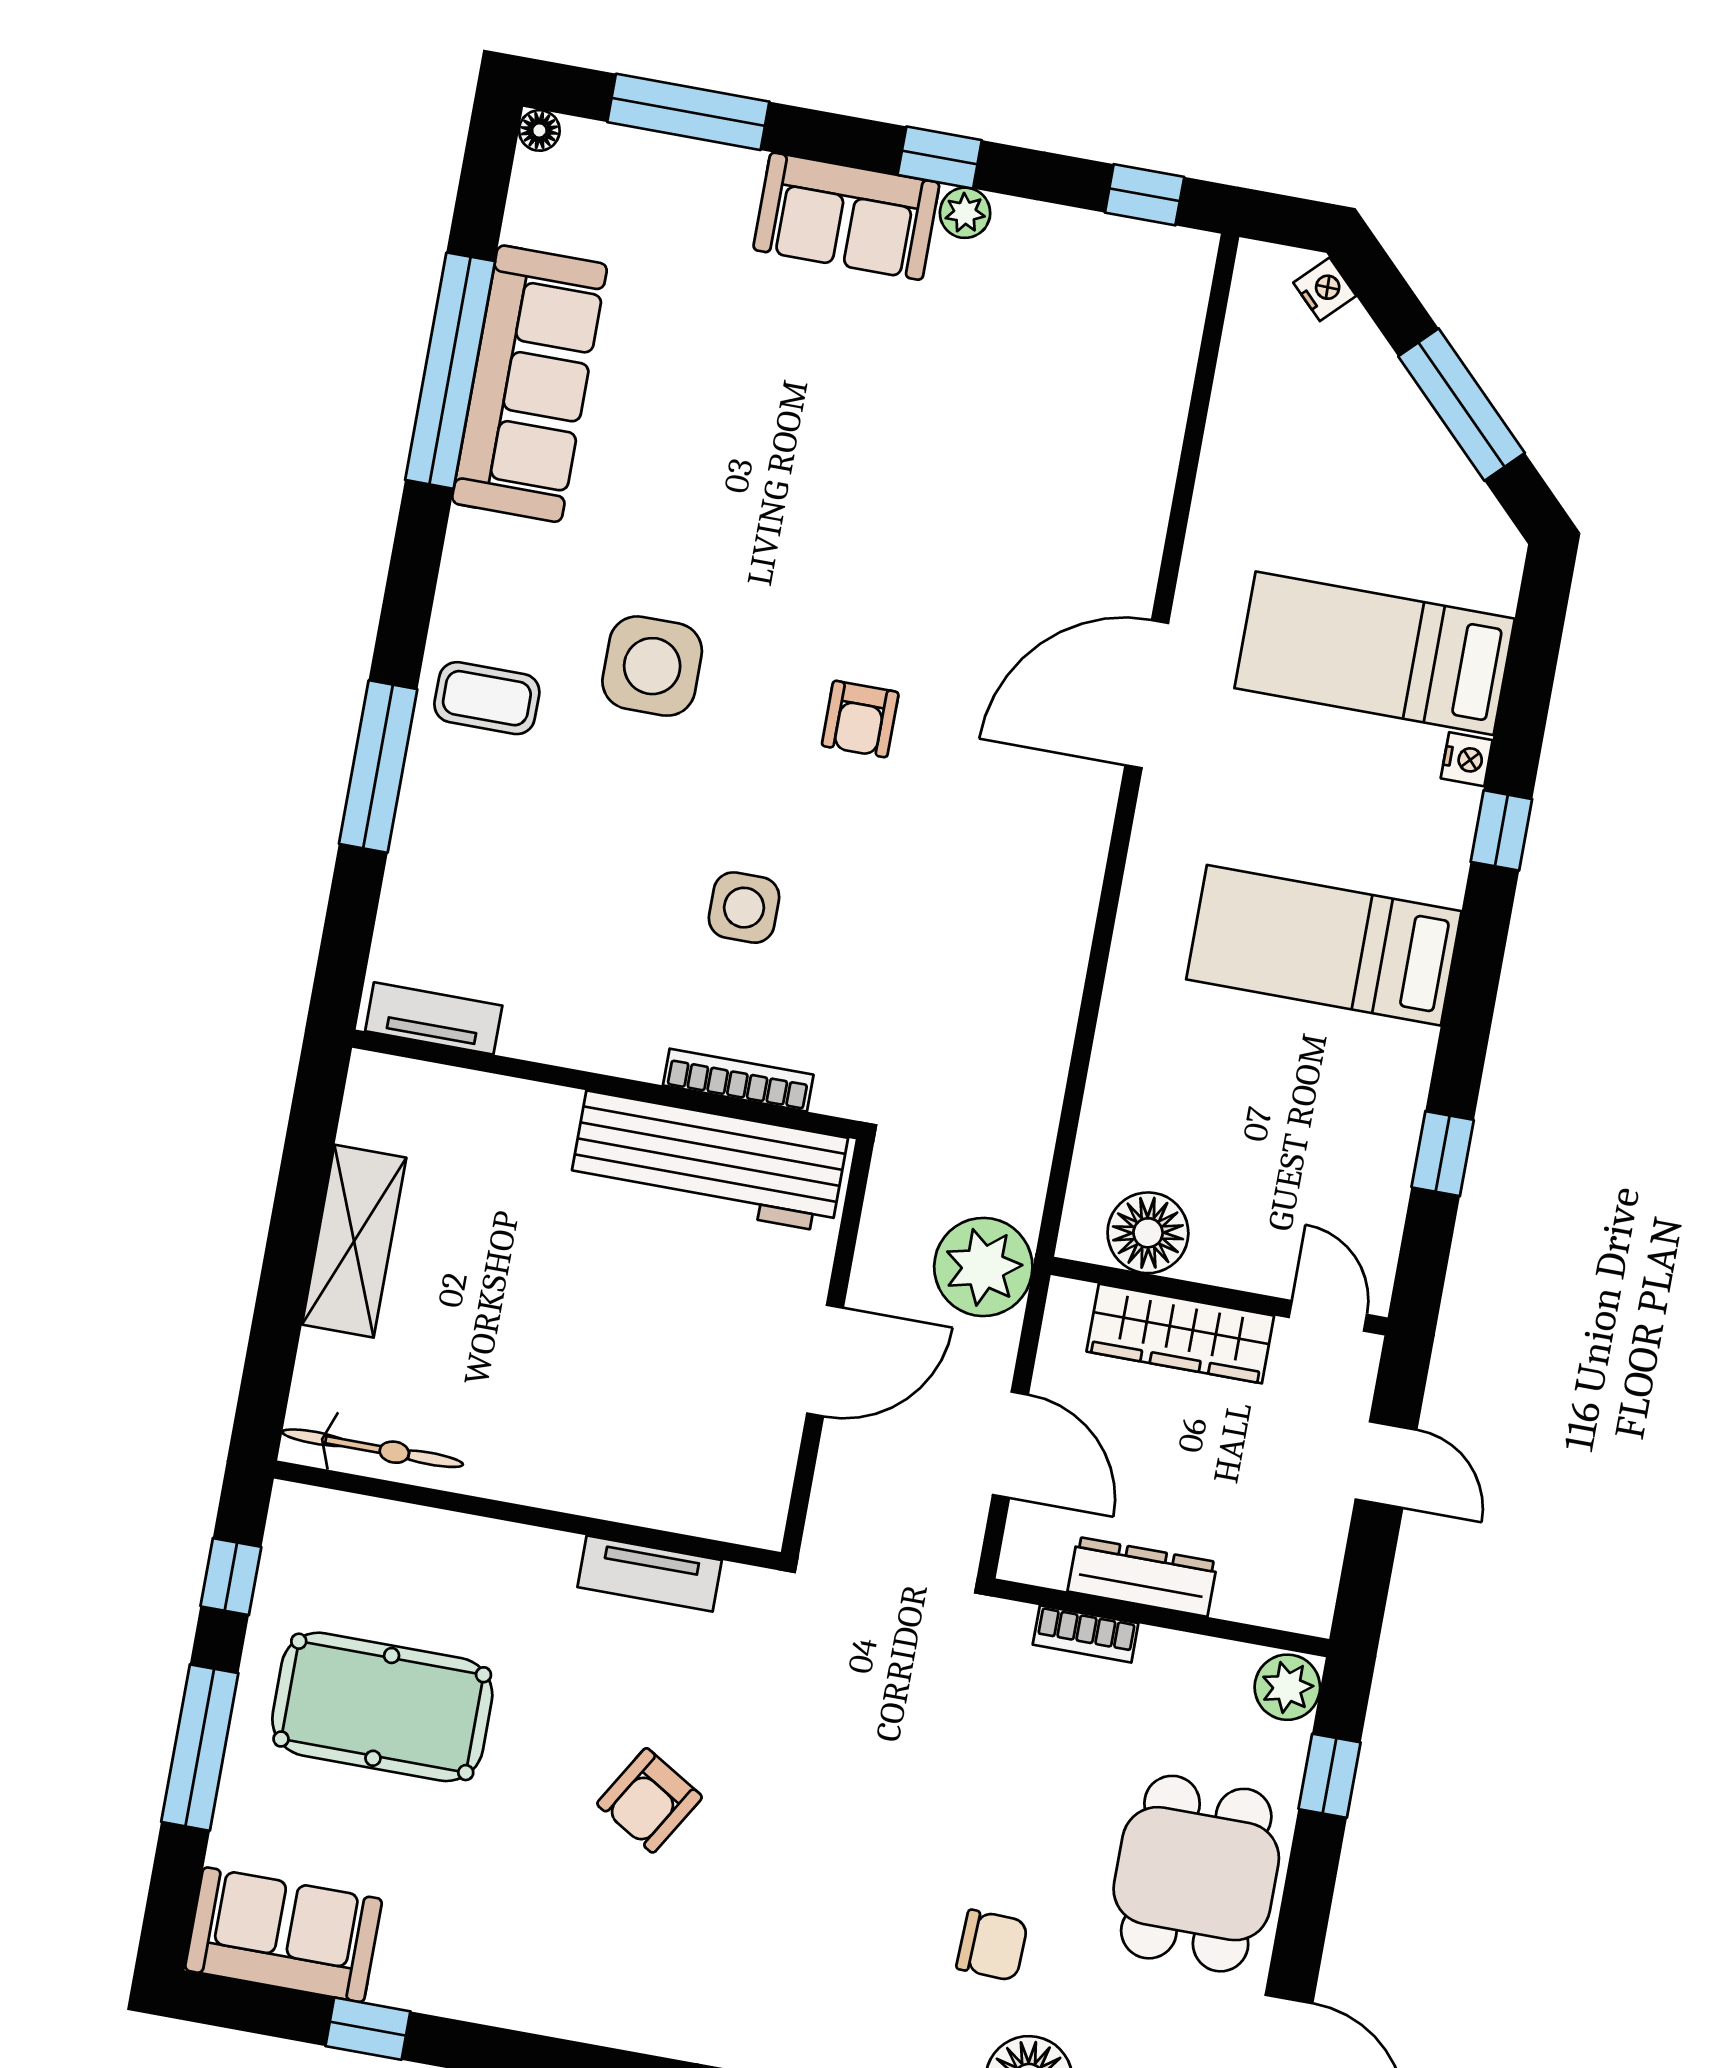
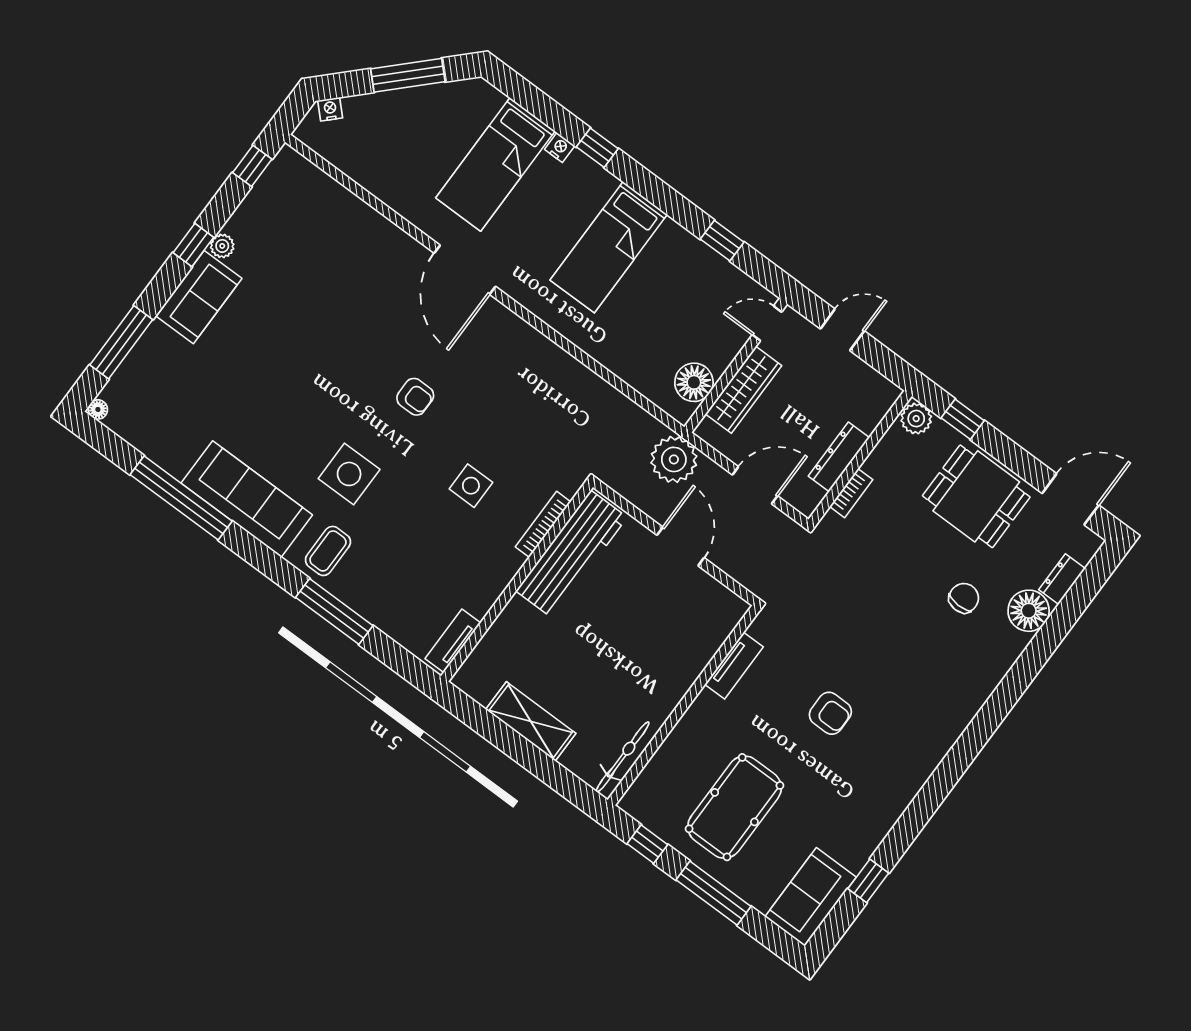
sofa: (530, 384) -> (247, 499), moved
armchair: (650, 1800) -> (830, 713), turned -31

